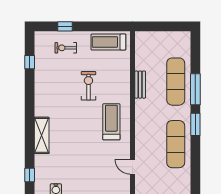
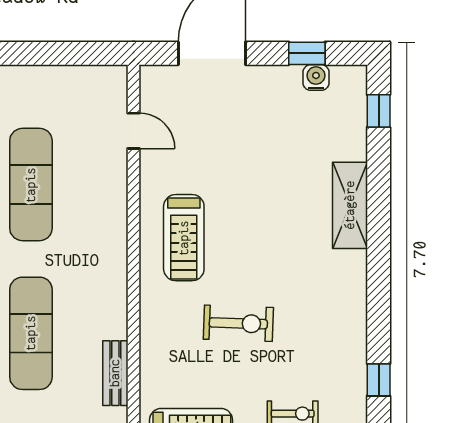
bench: (140, 85) -> (115, 373), moved
exercise bike: (88, 86) -> (238, 323), turned -88

